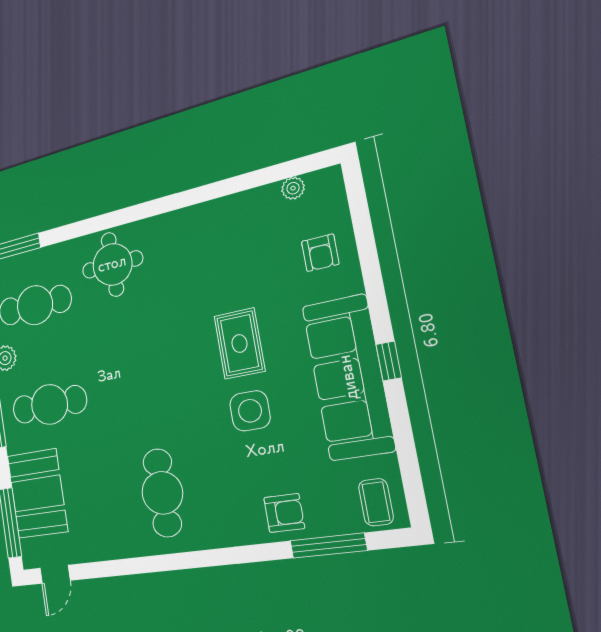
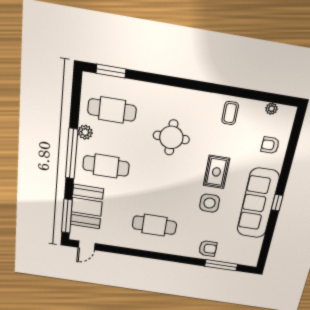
armchair: (320, 253) -> (270, 145), turned 90
round table: (112, 264) -> (171, 137), moved
cafe table: (162, 493) -> (154, 225), turned 90
coffee table: (376, 502) -> (230, 113), moved

